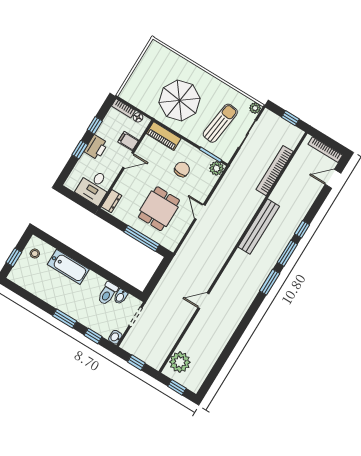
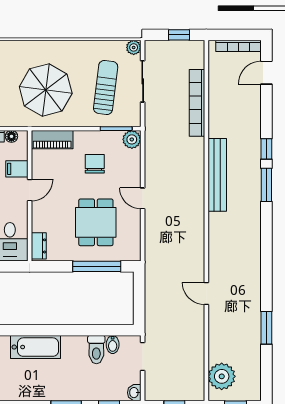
window: (270, 282) -> (266, 328), moved
door: (203, 301) -> (206, 293), hinge flipped

